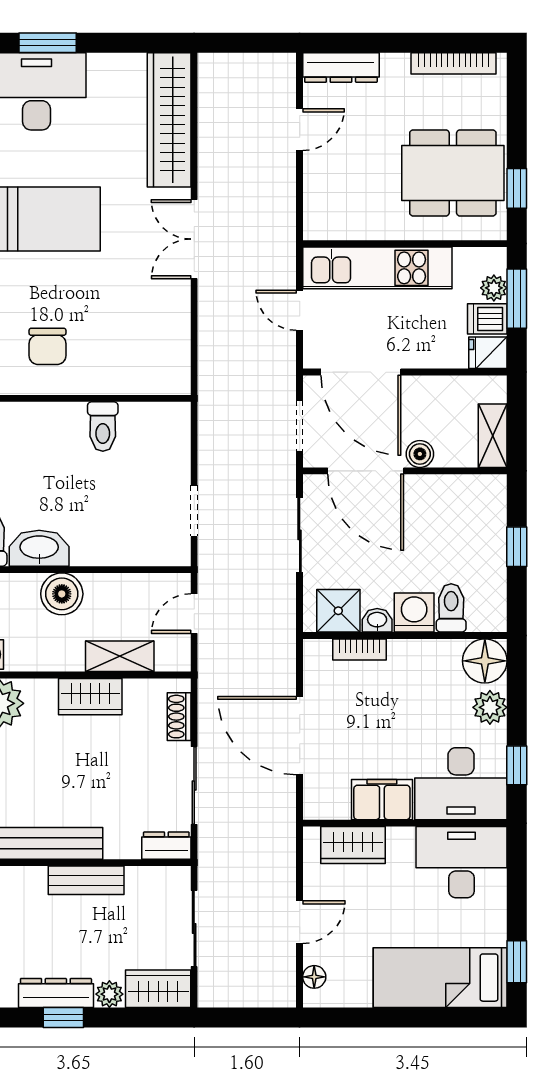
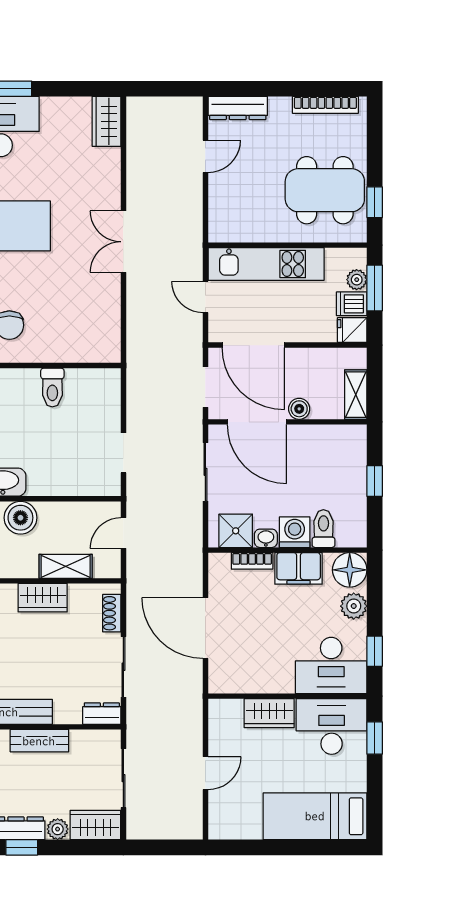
wardrobe: (169, 120) -> (106, 121), width x0.48, depth x0.85
filing cabinet: (382, 800) -> (299, 568), moved, turned 180
wardrobe: (353, 845) -> (269, 713), moved
window: (517, 962) -> (375, 738), moved
floor lamp: (314, 977) -> (217, 816), removed

